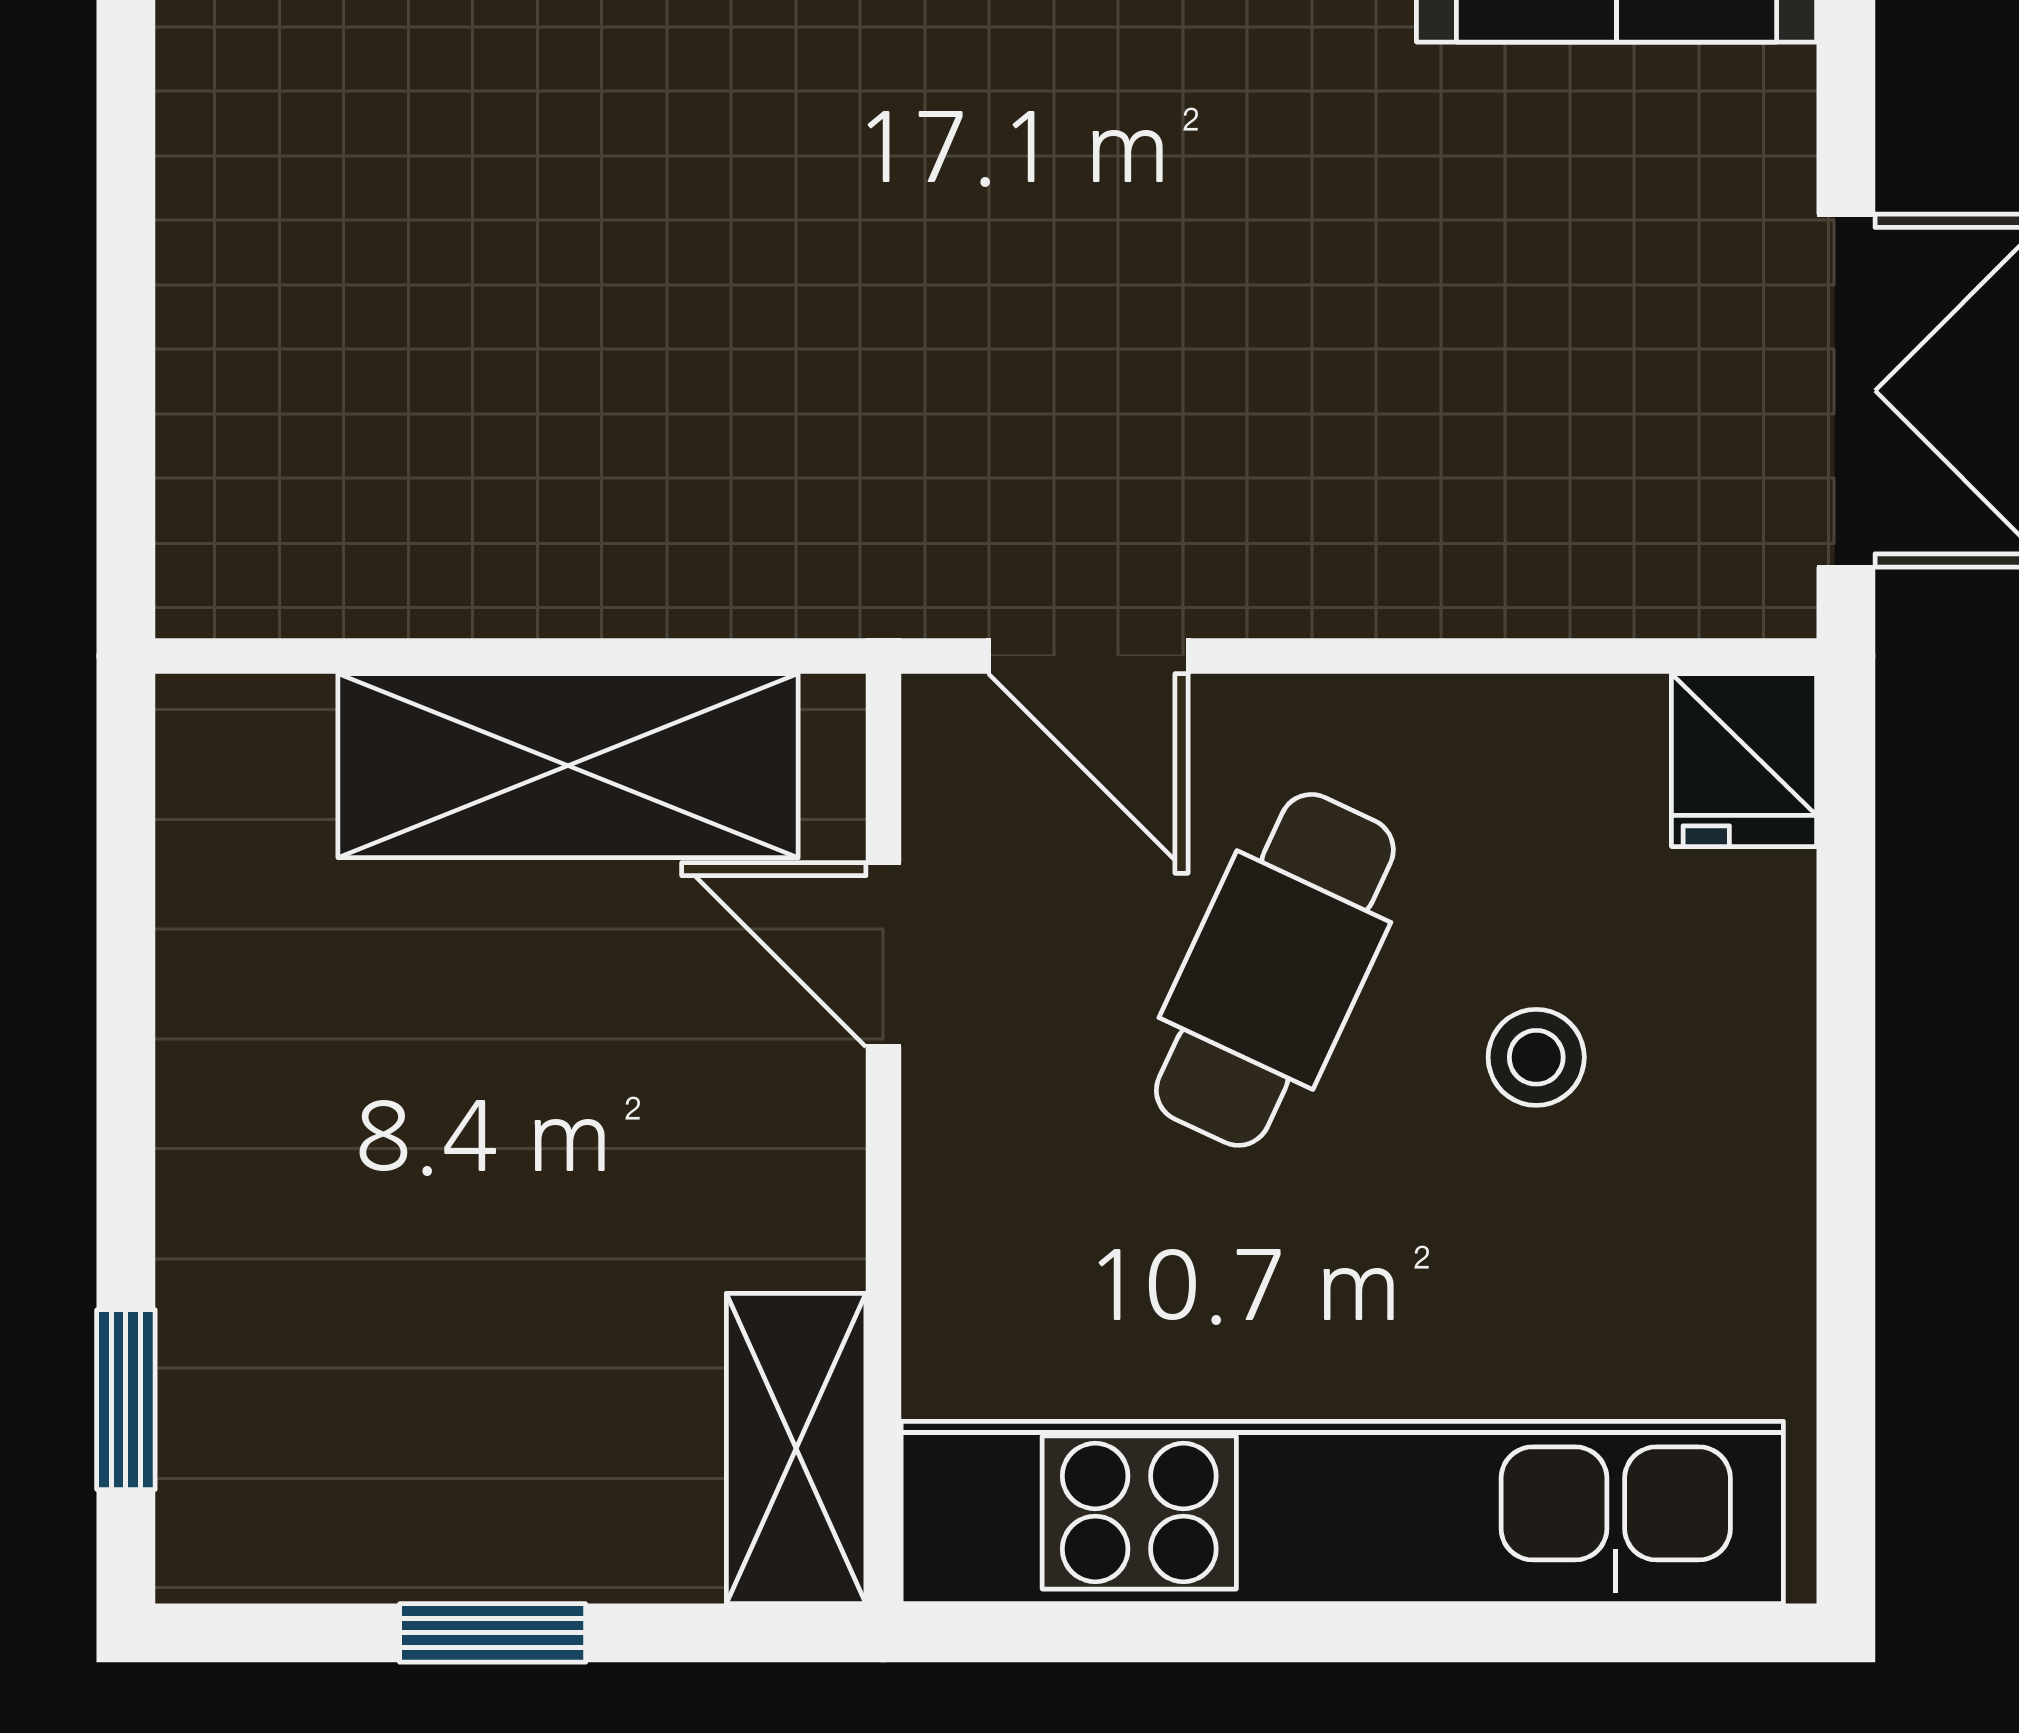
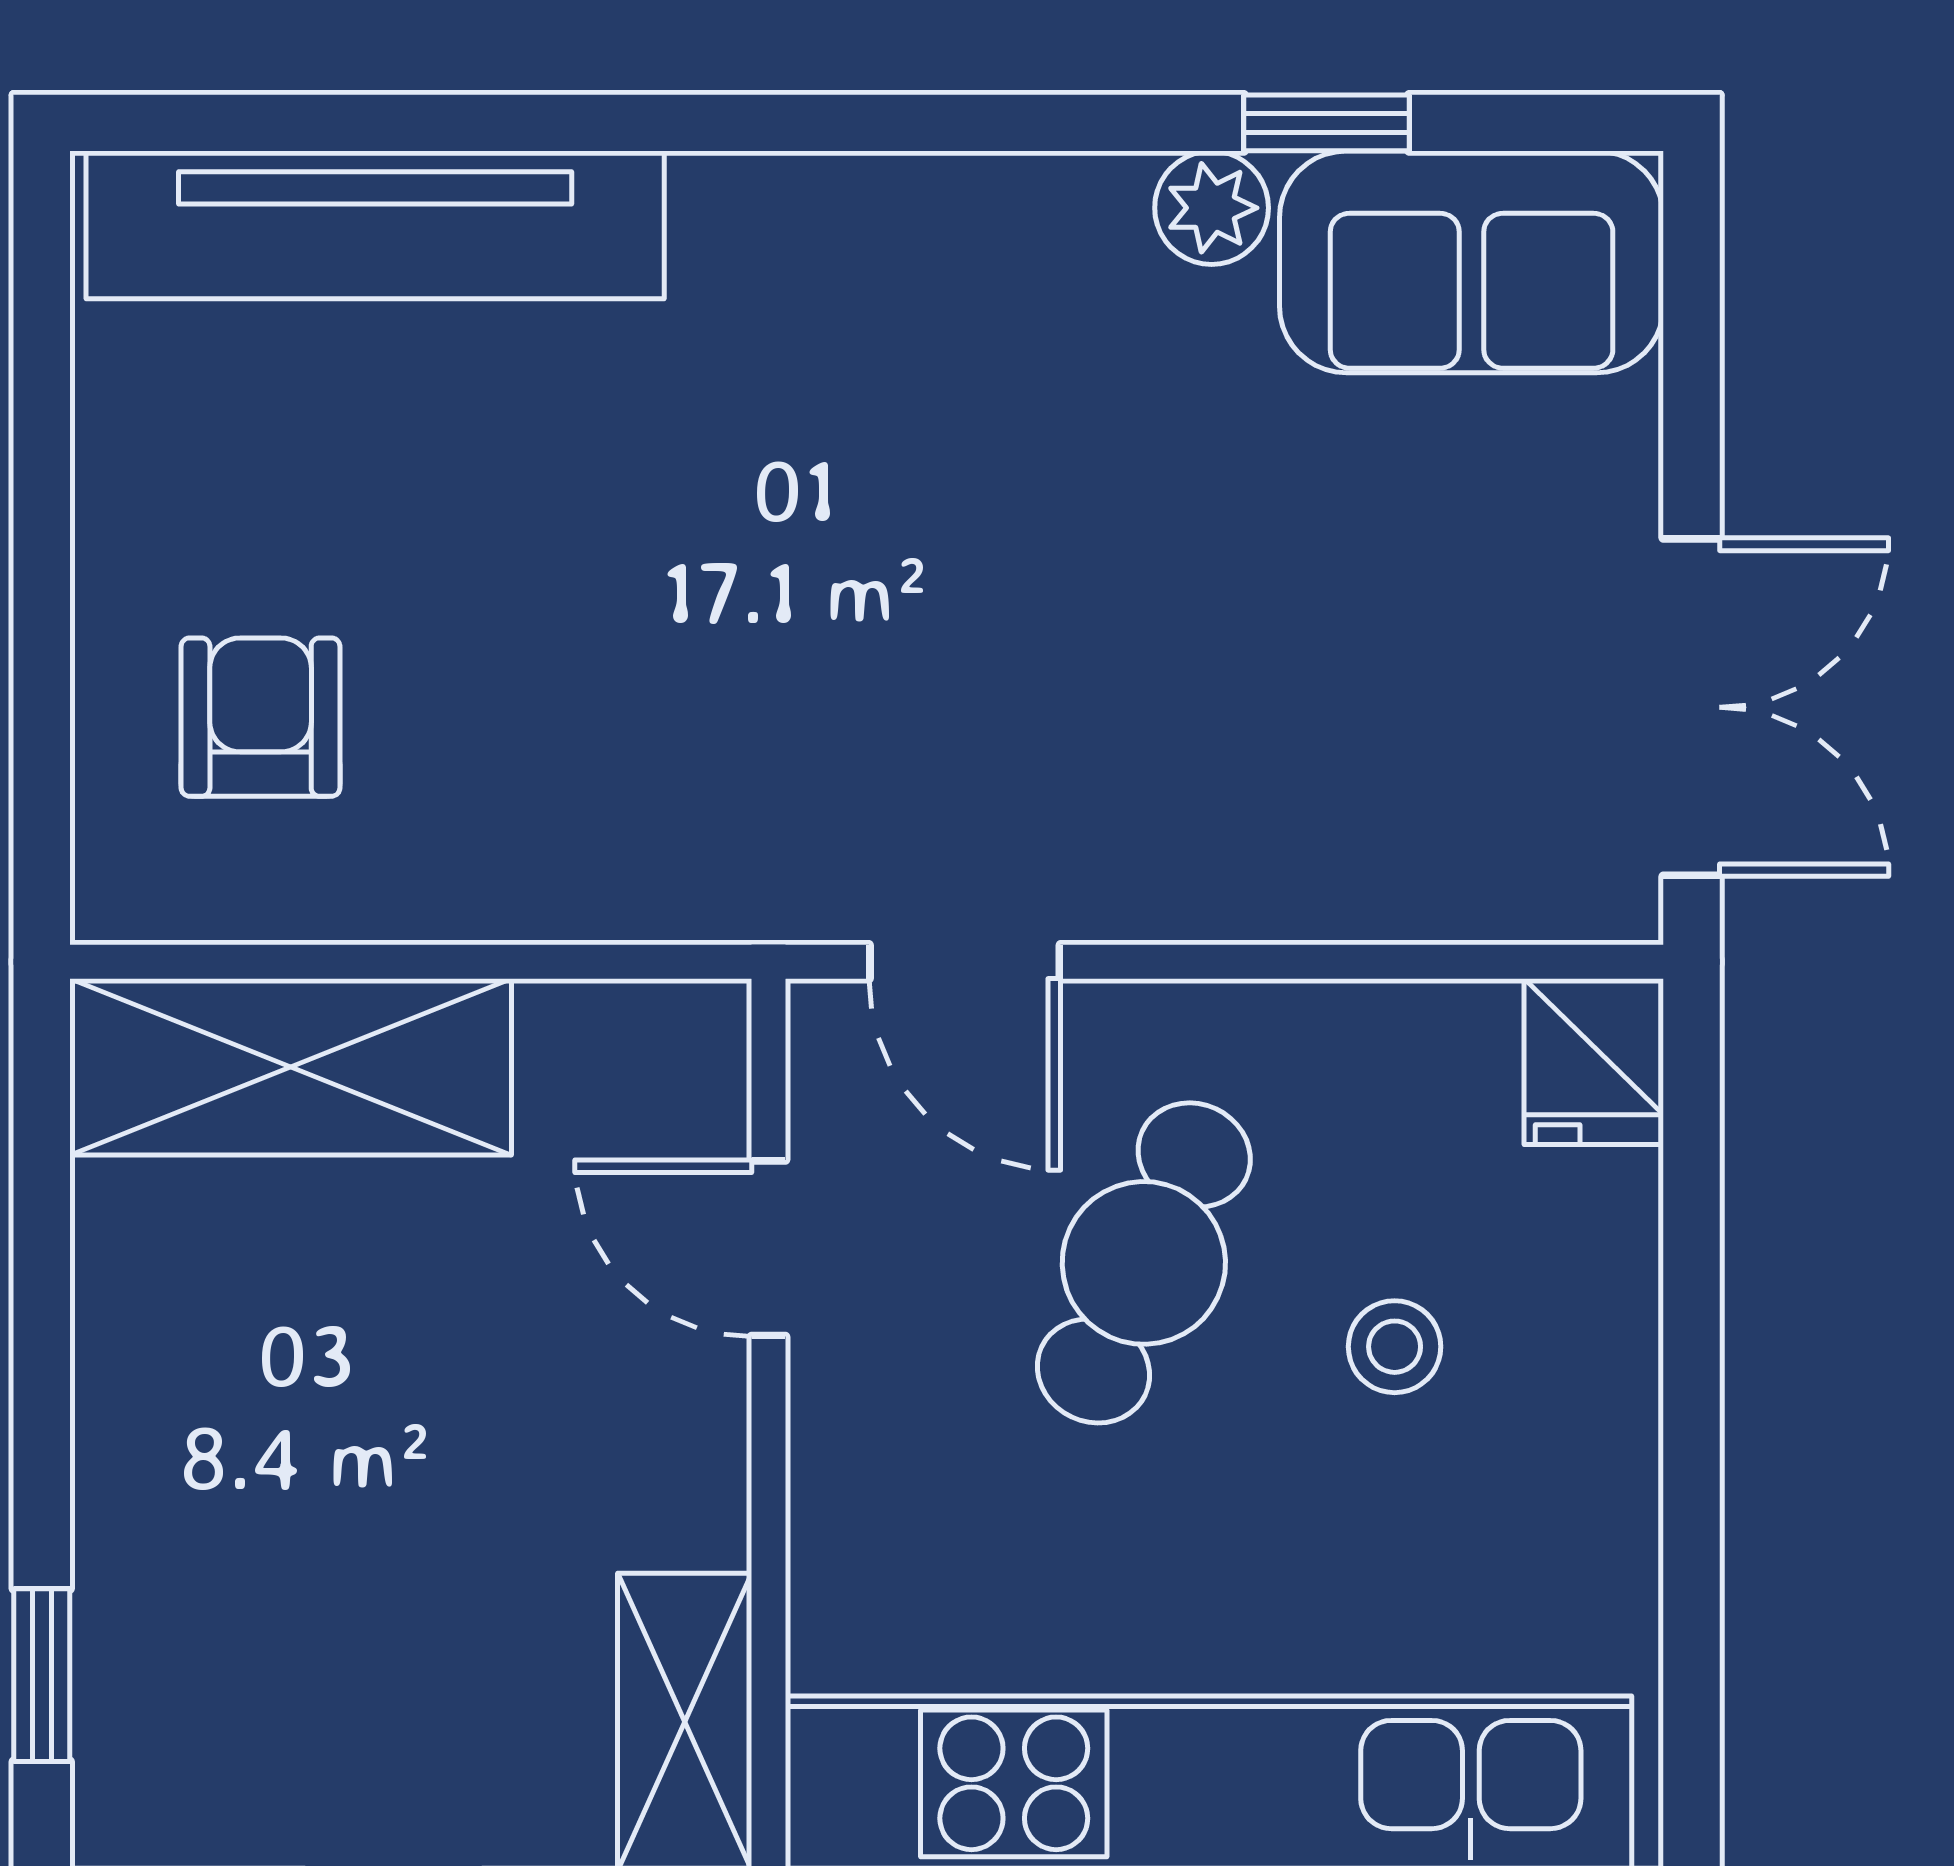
armchair: (354, 401) -> (261, 717), added
shelving: (568, 766) -> (291, 1067), moved

